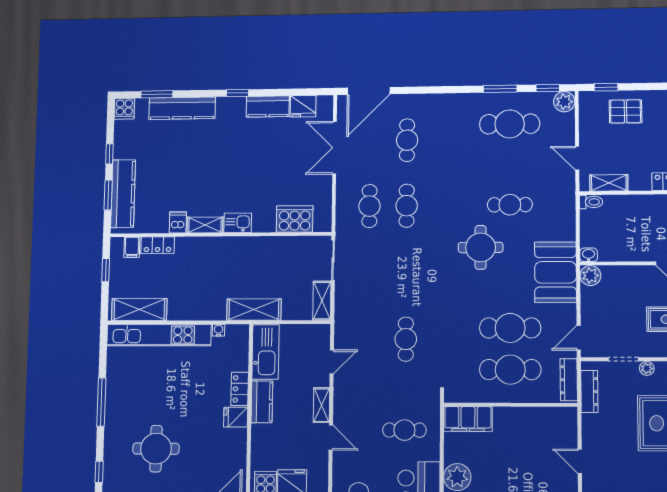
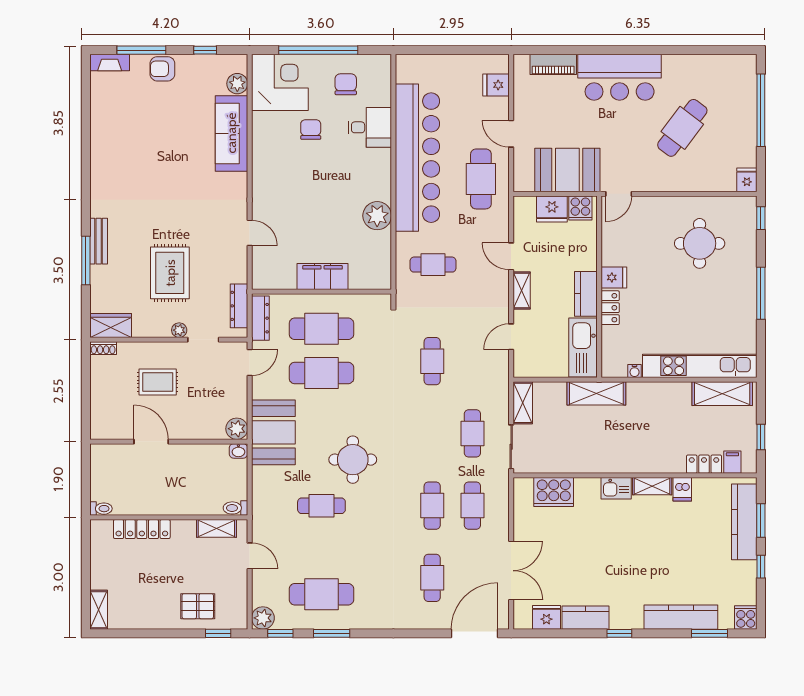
cafe table: (369, 272) -> (472, 433), added
filing cabinet: (468, 419) -> (323, 277), moved

